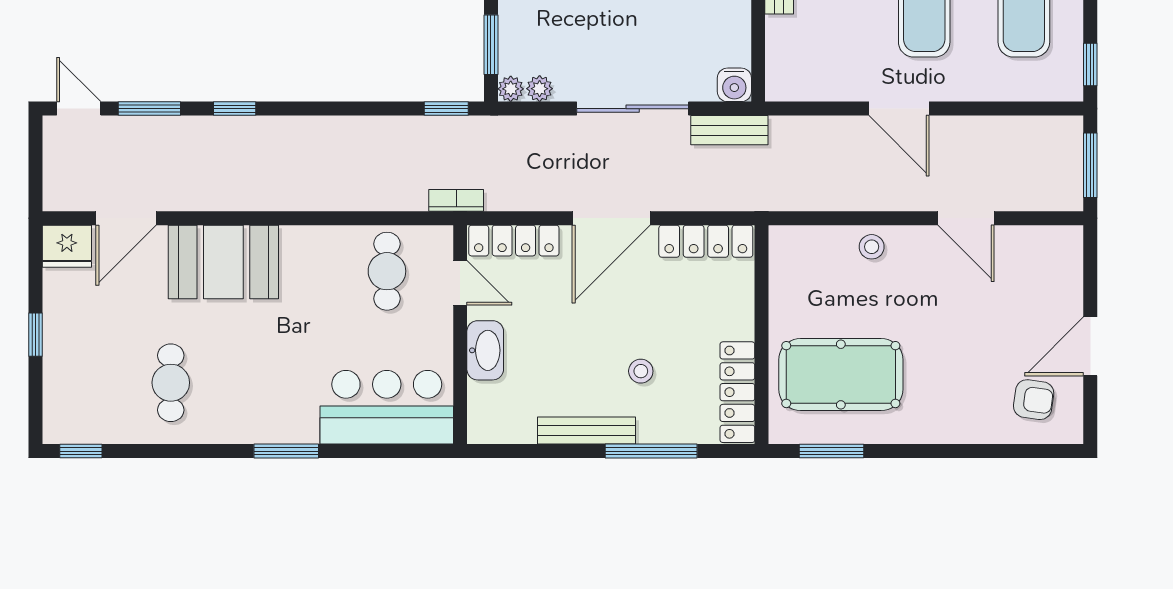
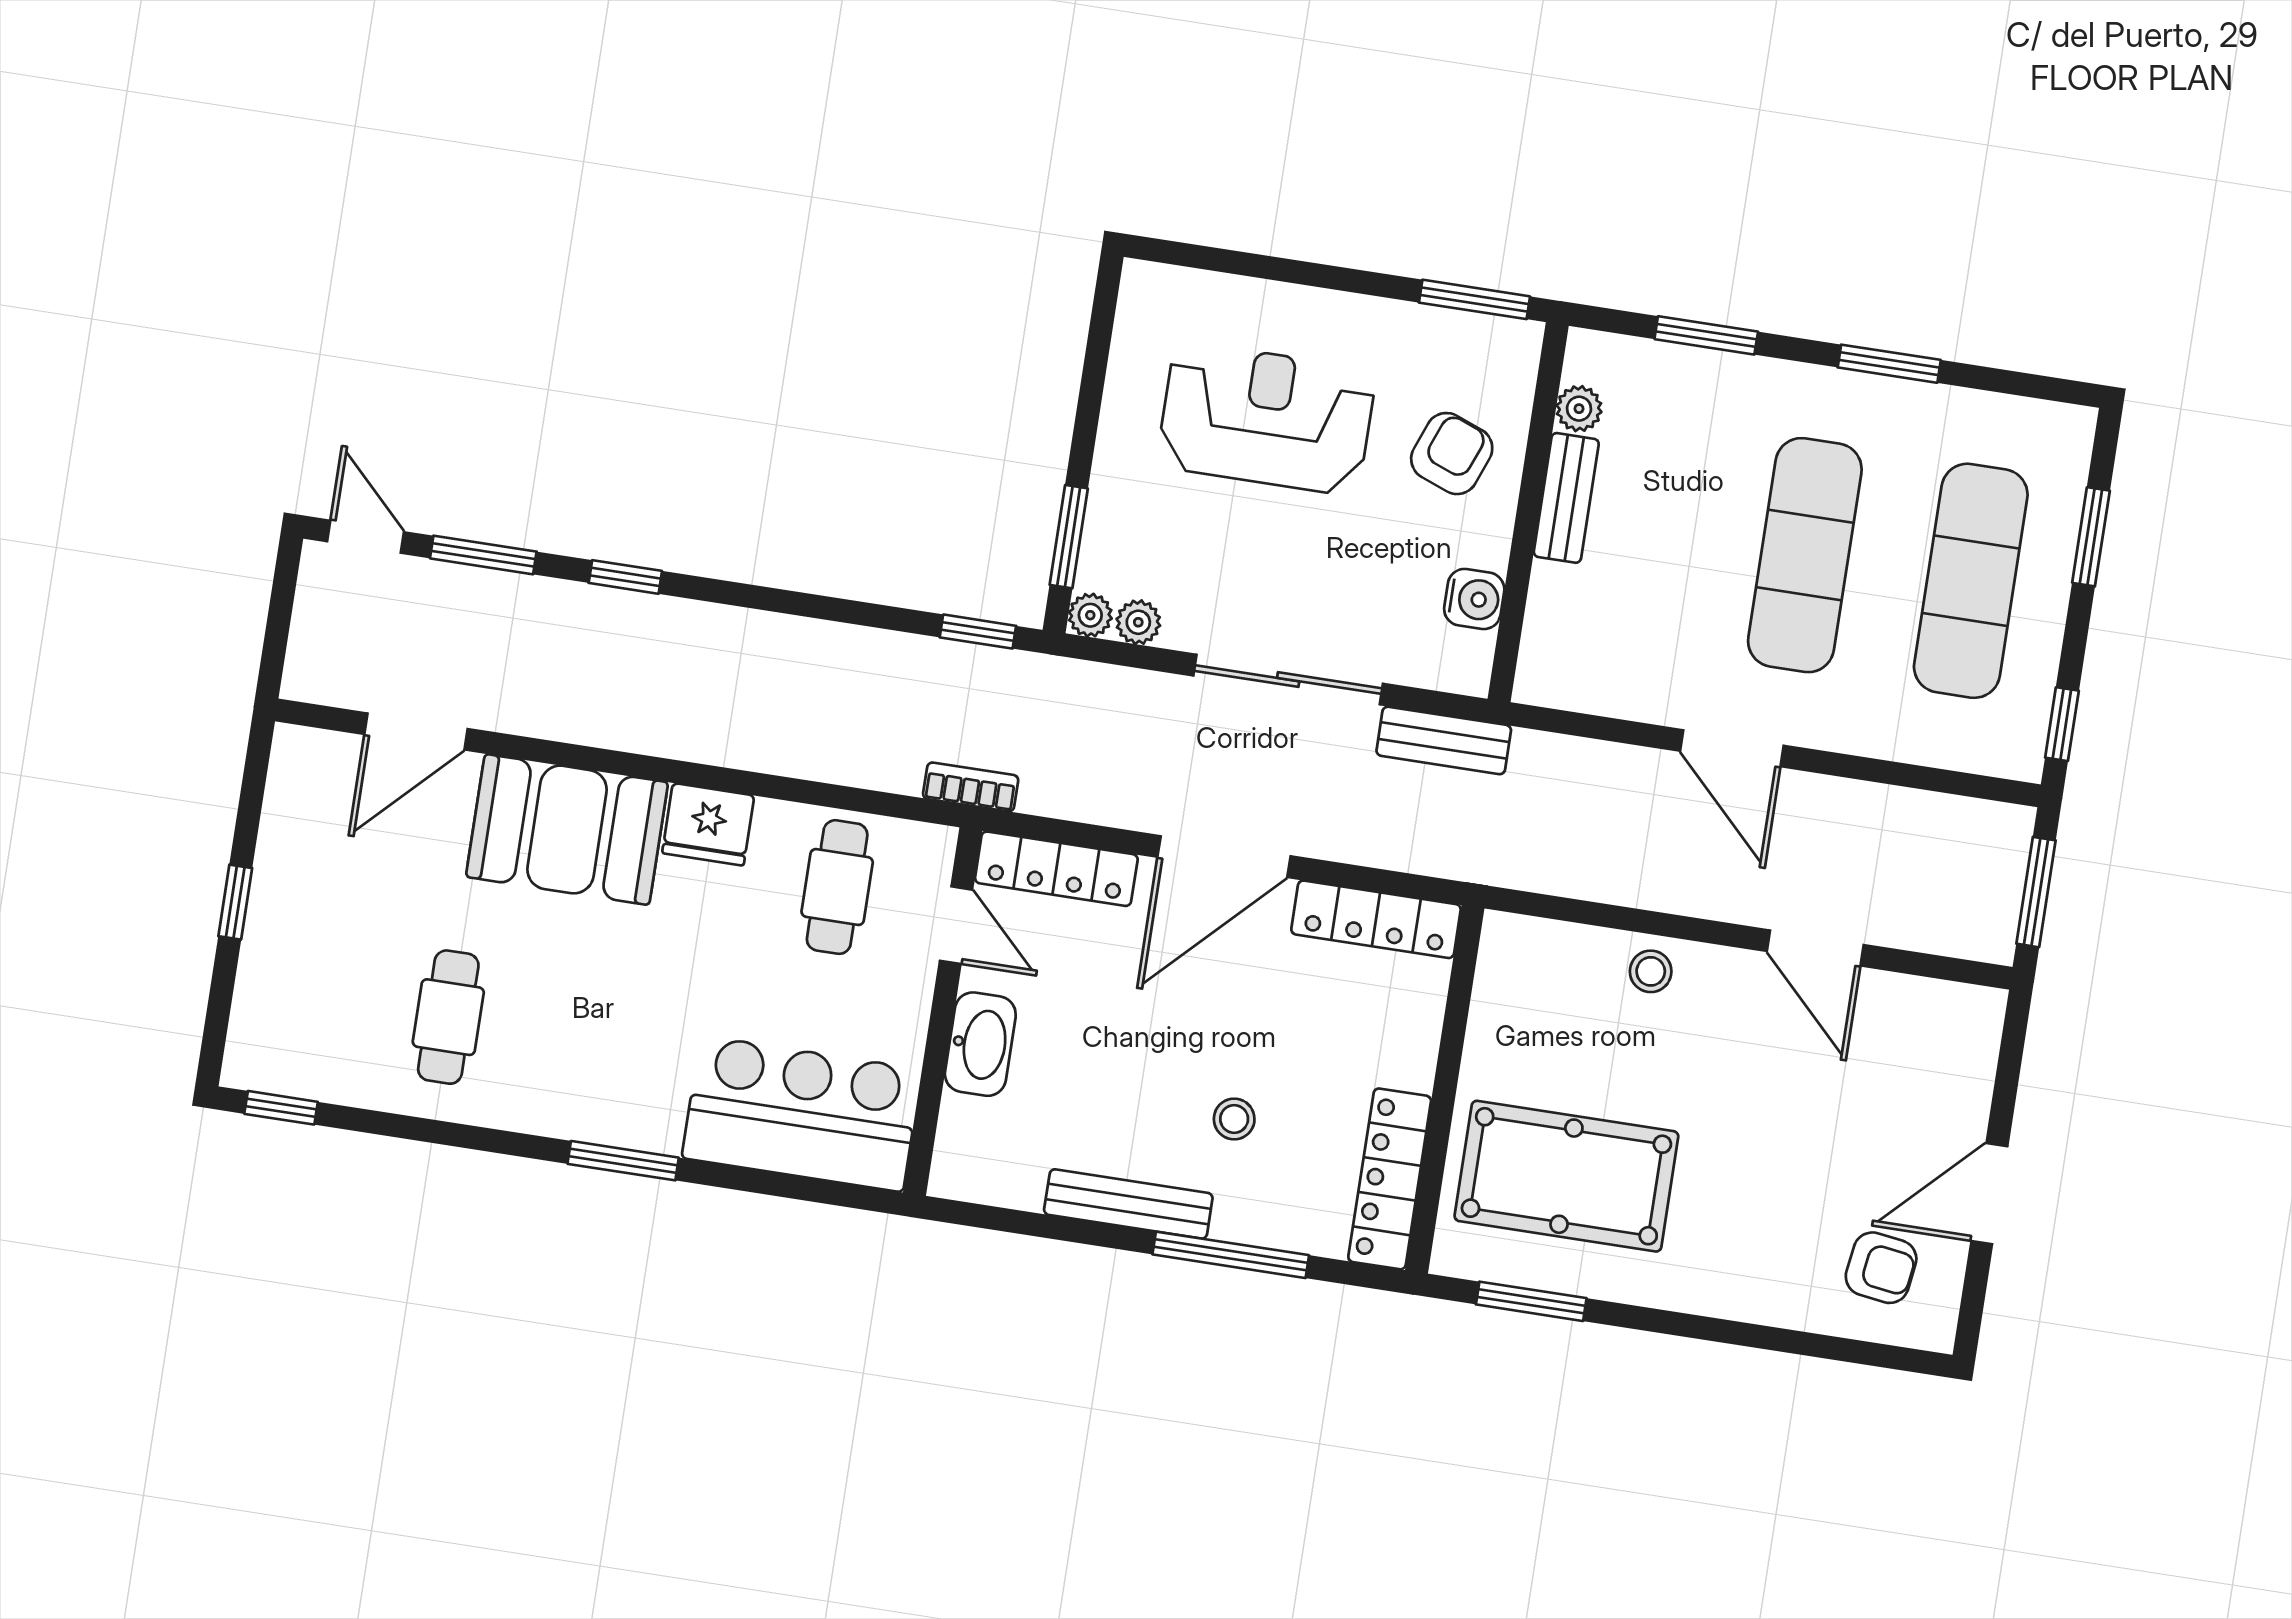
water cooler: (734, 85) -> (1474, 599), moved, turned -90
fridge: (67, 246) -> (708, 824), moved

